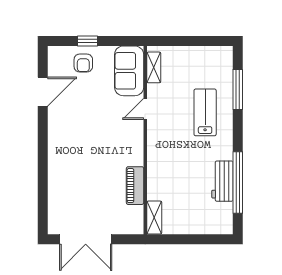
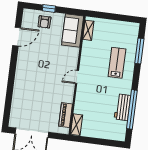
door: (145, 109) -> (77, 77), moved
piano: (135, 186) -> (66, 115), moved

